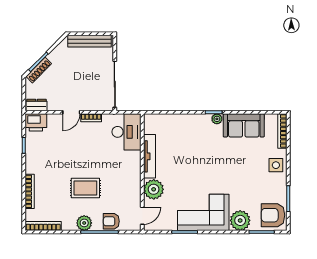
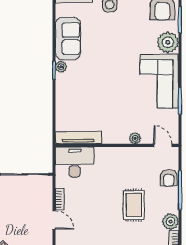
tv unit: (150, 156) -> (78, 138), moved
plant: (154, 189) -> (135, 138), width x0.53, depth x0.53
plant: (84, 223) -> (170, 222), moved

